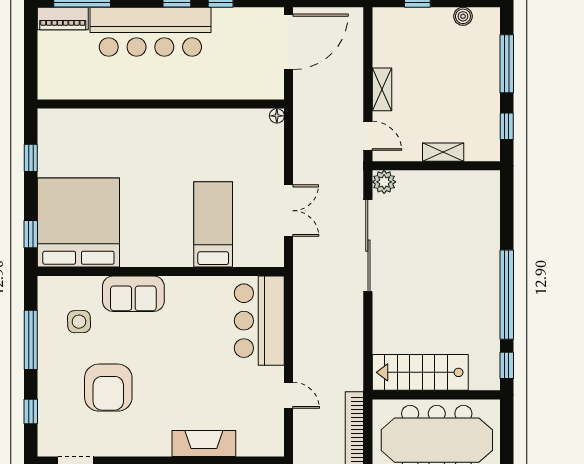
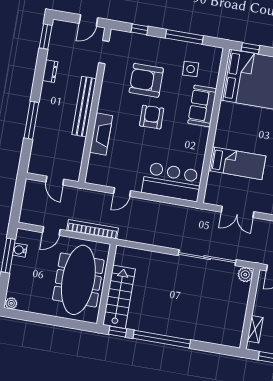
shelving: (443, 152) -> (255, 329), moved
armchair: (164, 369) -> (152, 117), added
stairs: (420, 372) -> (119, 297), moved

